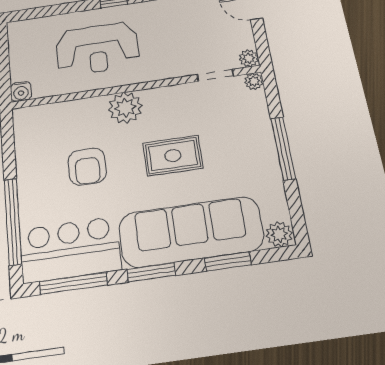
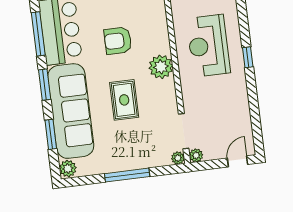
doorway: (215, 75) -> (184, 131), width x1.38

